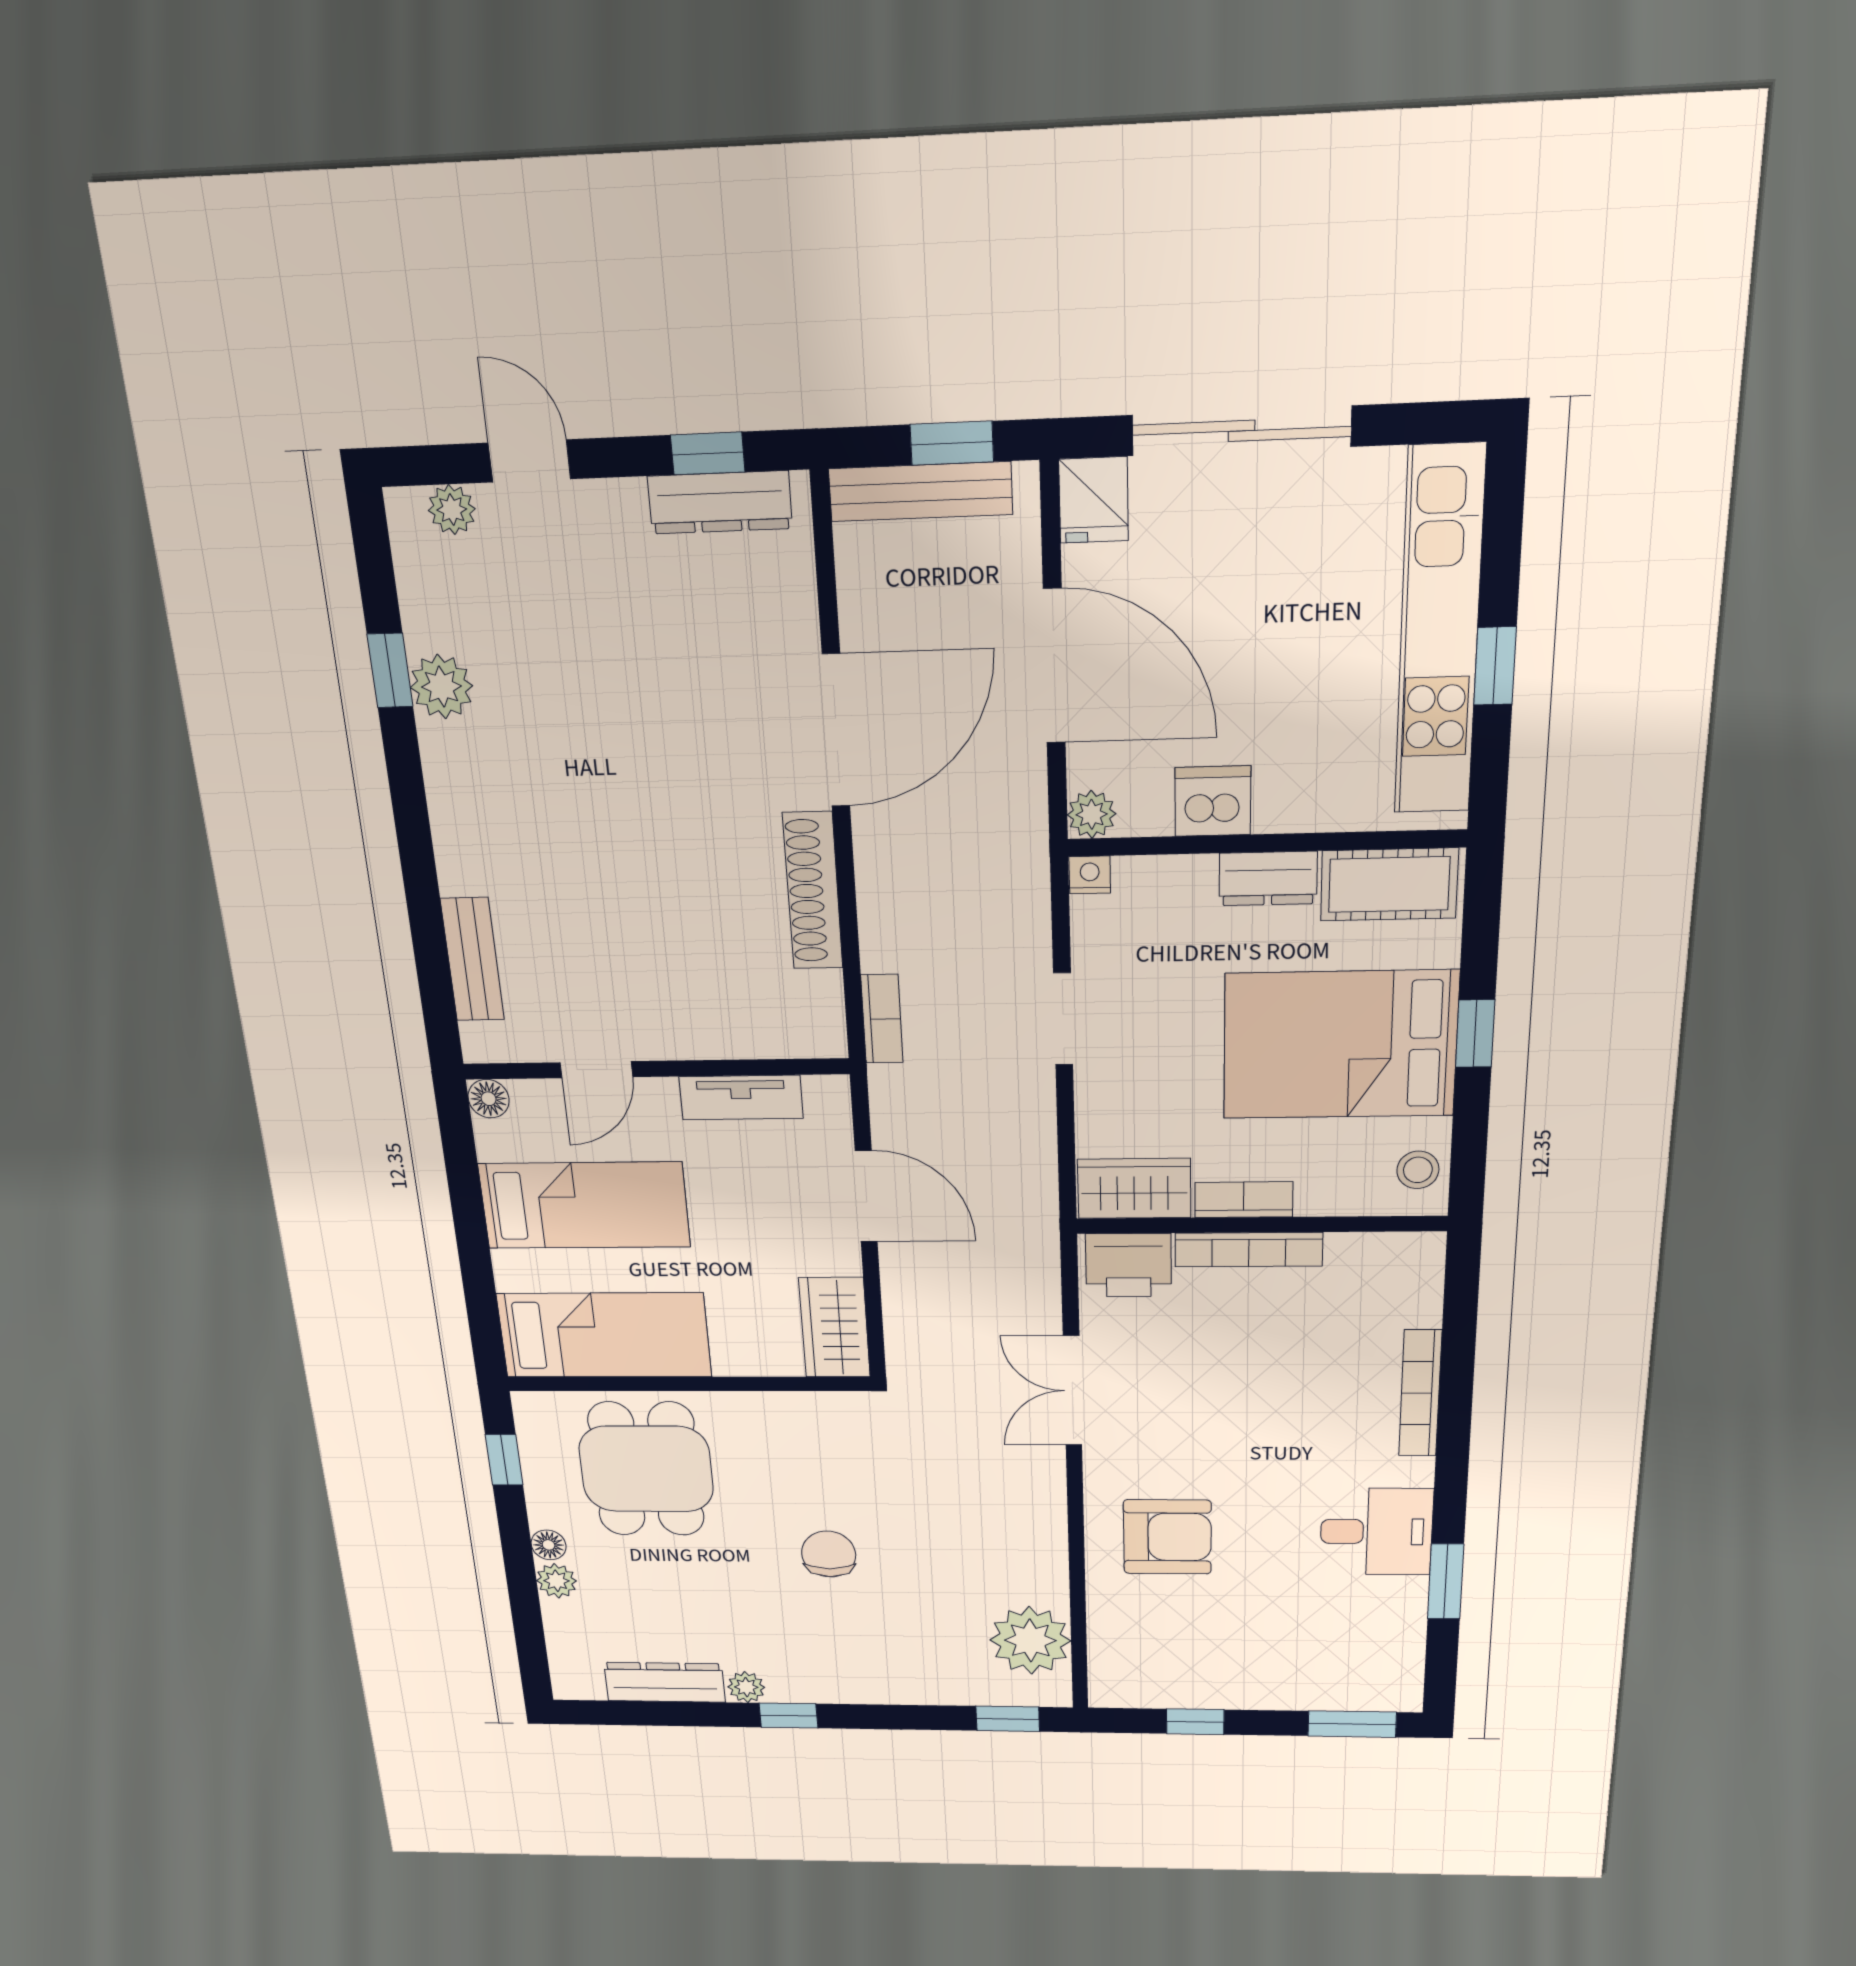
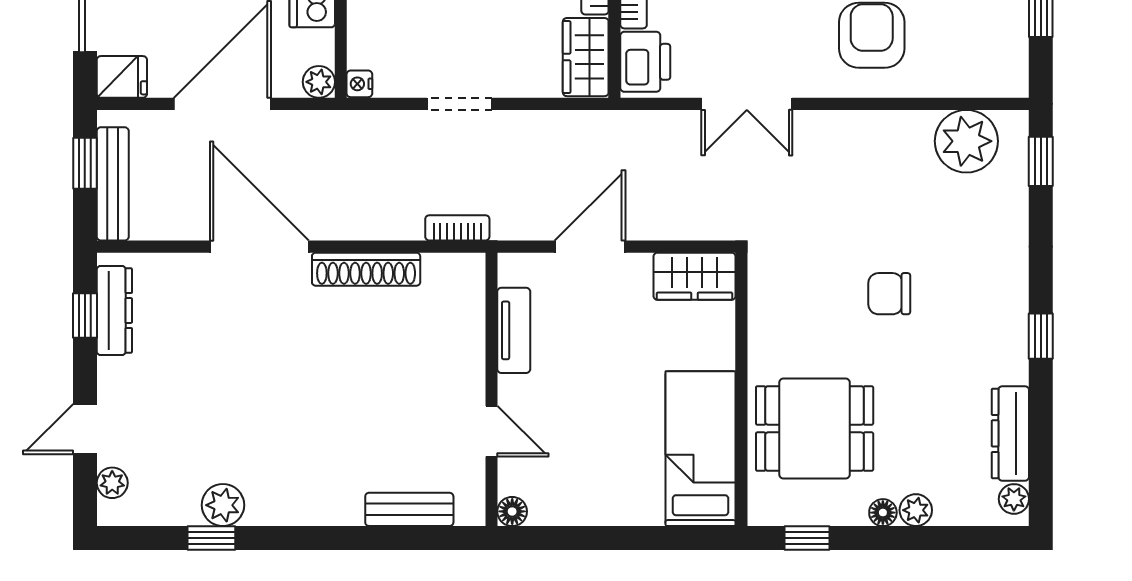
bed: (584, 1205) -> (595, 452), removed
plant: (746, 1687) -> (1014, 499), moved

